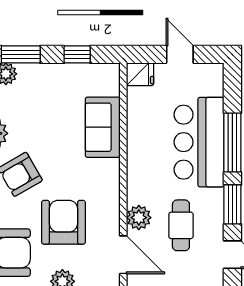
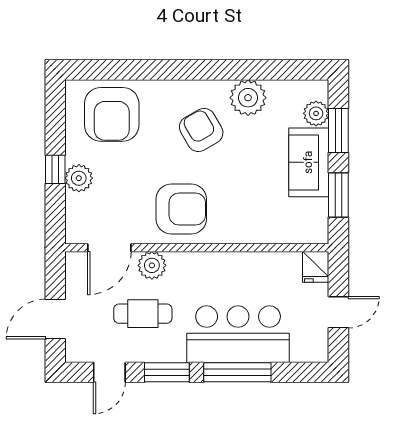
window: (77, 54) -> (338, 195), width x1.50
sofa: (103, 127) -> (309, 162), moved, turned -90
armchair: (63, 222) -> (181, 209), moved

